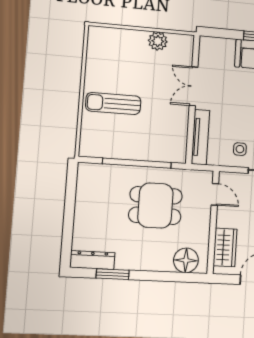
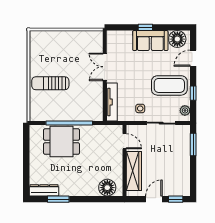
plant: (158, 41) -> (78, 37), removed
dining table: (155, 206) -> (62, 142), moved
wardrobe: (225, 247) -> (134, 171), width x1.50

